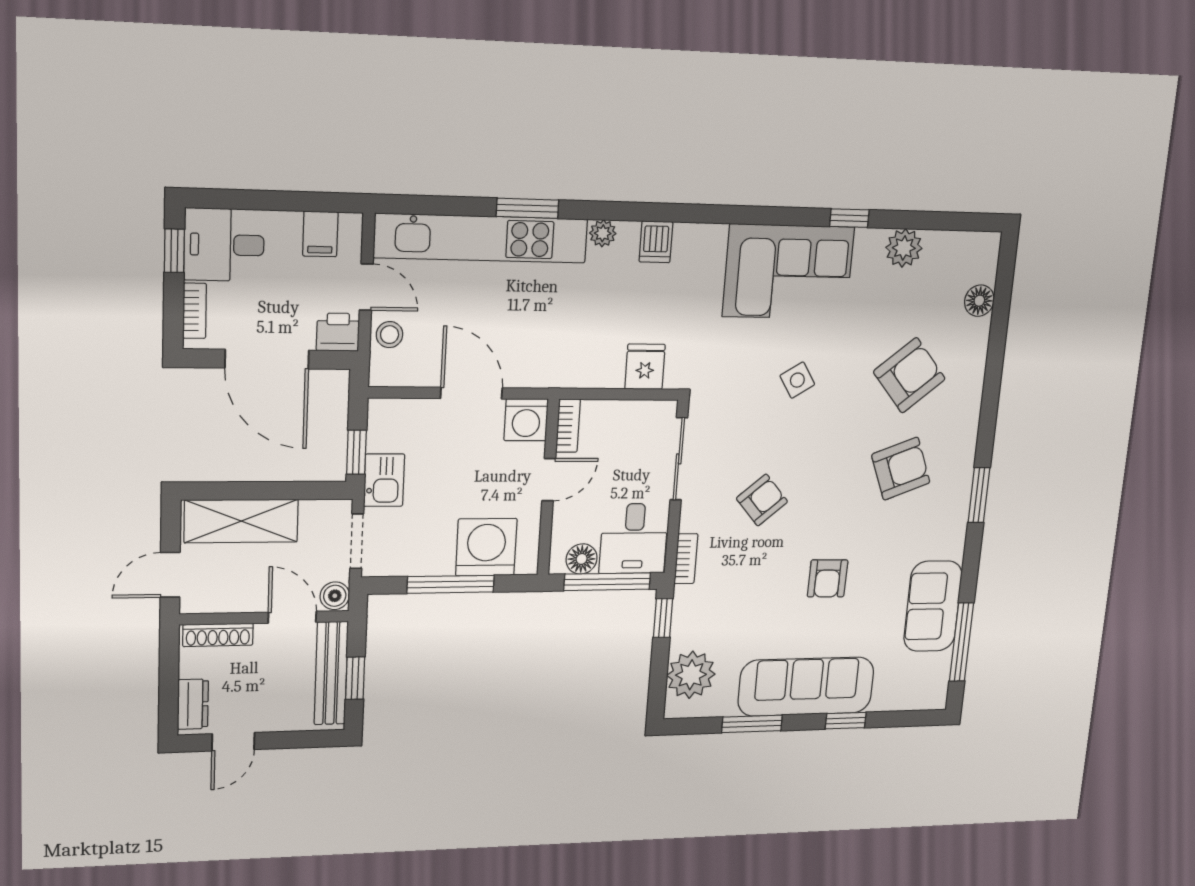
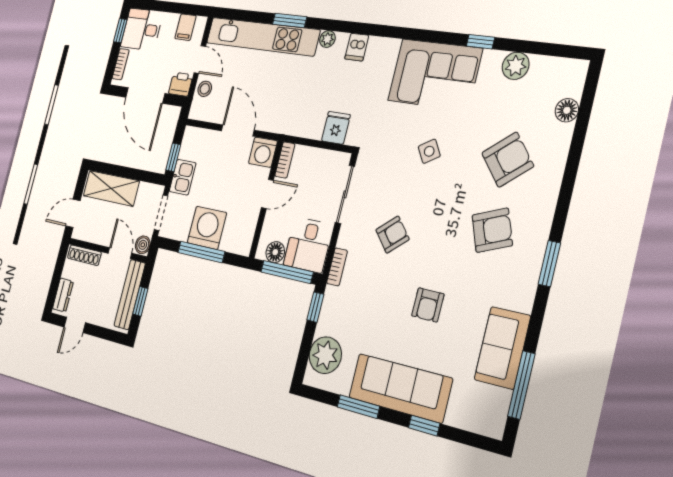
washing machine: (486, 547) -> (207, 228), moved

